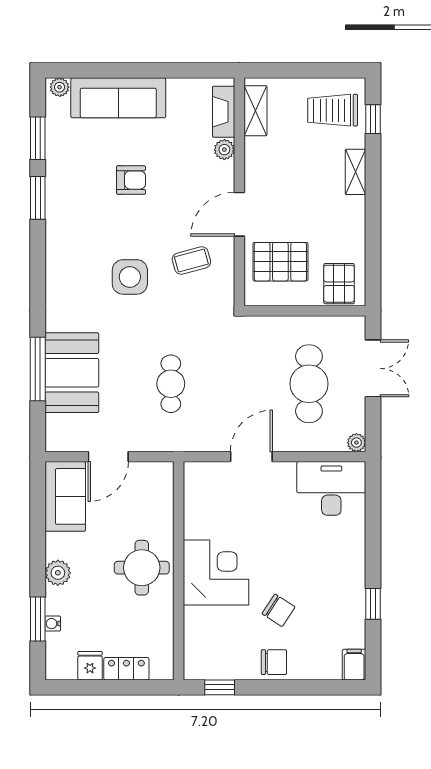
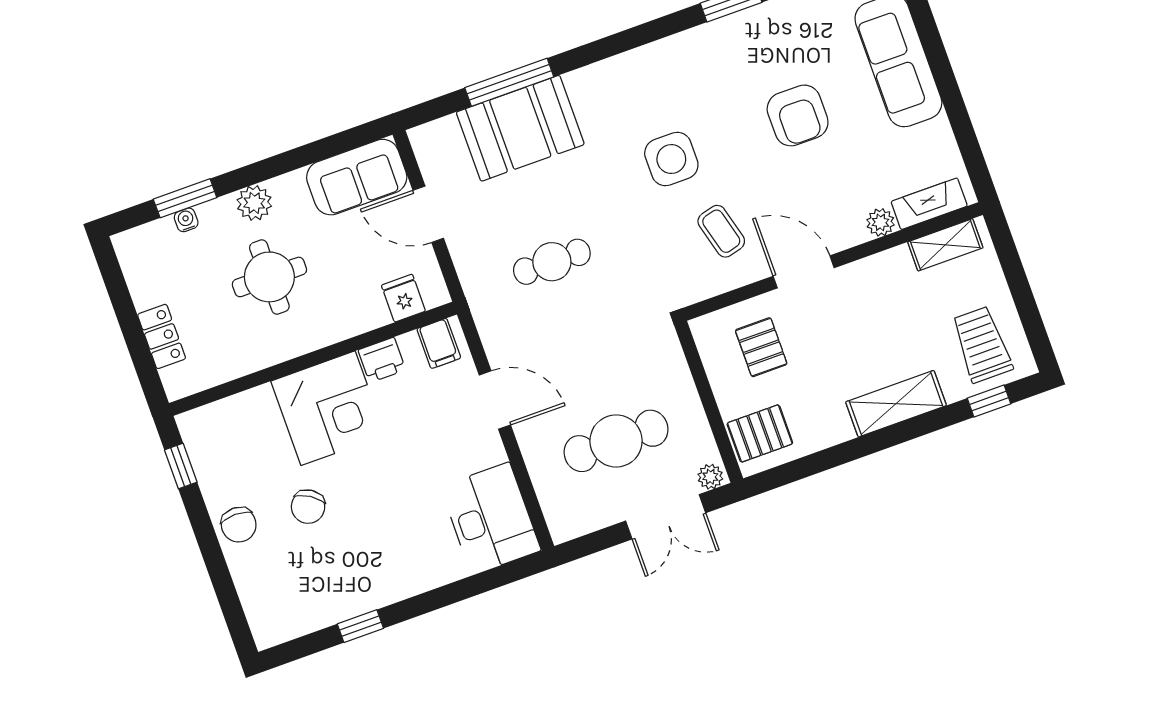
shelving: (355, 172) -> (896, 404), width x1.50, depth x1.33
armchair: (131, 180) -> (798, 115), width x1.38, depth x1.38
pallet: (280, 262) -> (761, 347), width x0.67, depth x0.71
plant: (356, 443) -> (710, 477), moved
printer: (196, 524) -> (382, 360), added
round table: (142, 568) -> (269, 277), moved
filing cabinet: (354, 665) -> (439, 343), moved, turned 90
fridge: (90, 666) -> (403, 298), moved, turned -90

